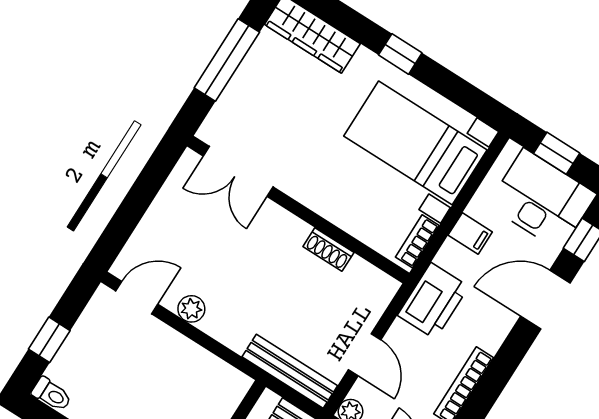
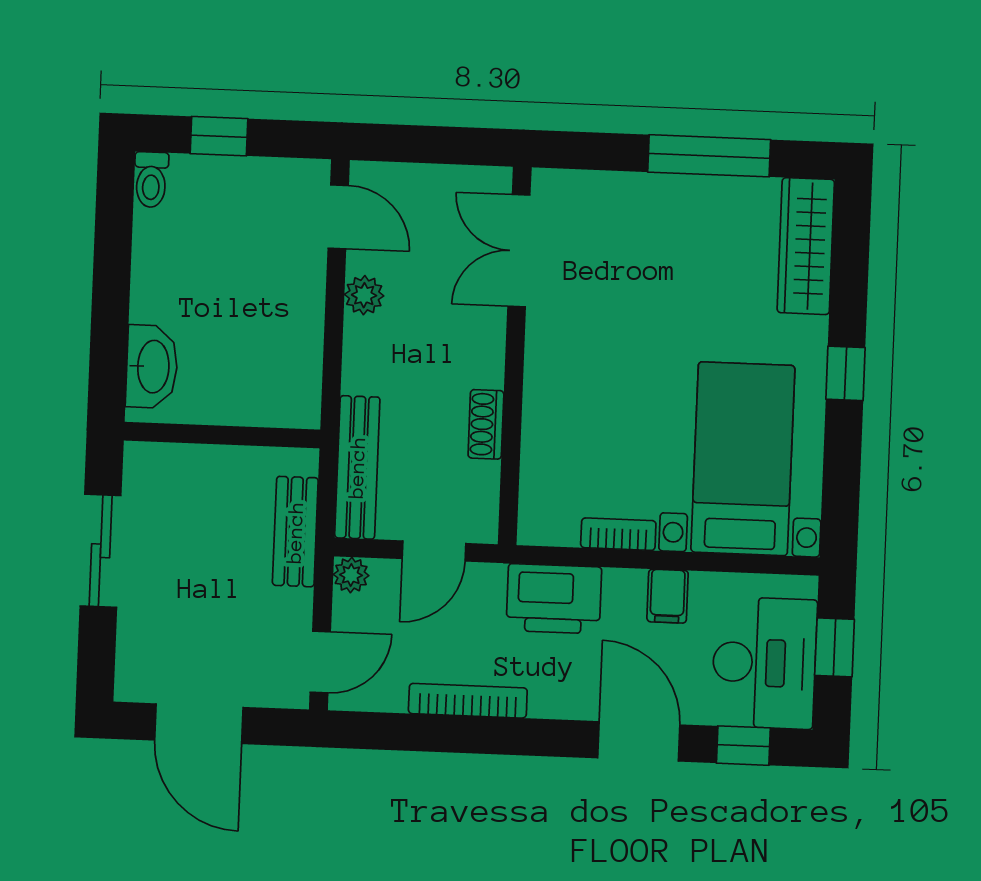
double door: (238, 171) -> (519, 251), moved
wall: (298, 210) -> (515, 356), moved
shoe rack: (328, 250) -> (486, 424), moved

